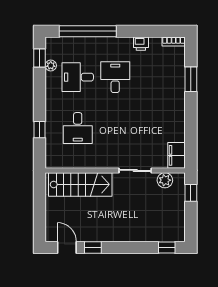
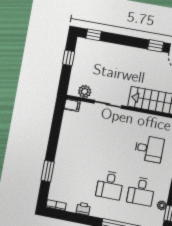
desk: (78, 77) -> (141, 191), turned 90
desk: (78, 128) -> (149, 149), turned 90
filing cabinet: (177, 155) -> (72, 105), width x0.50
window: (191, 193) -> (69, 58), moved

